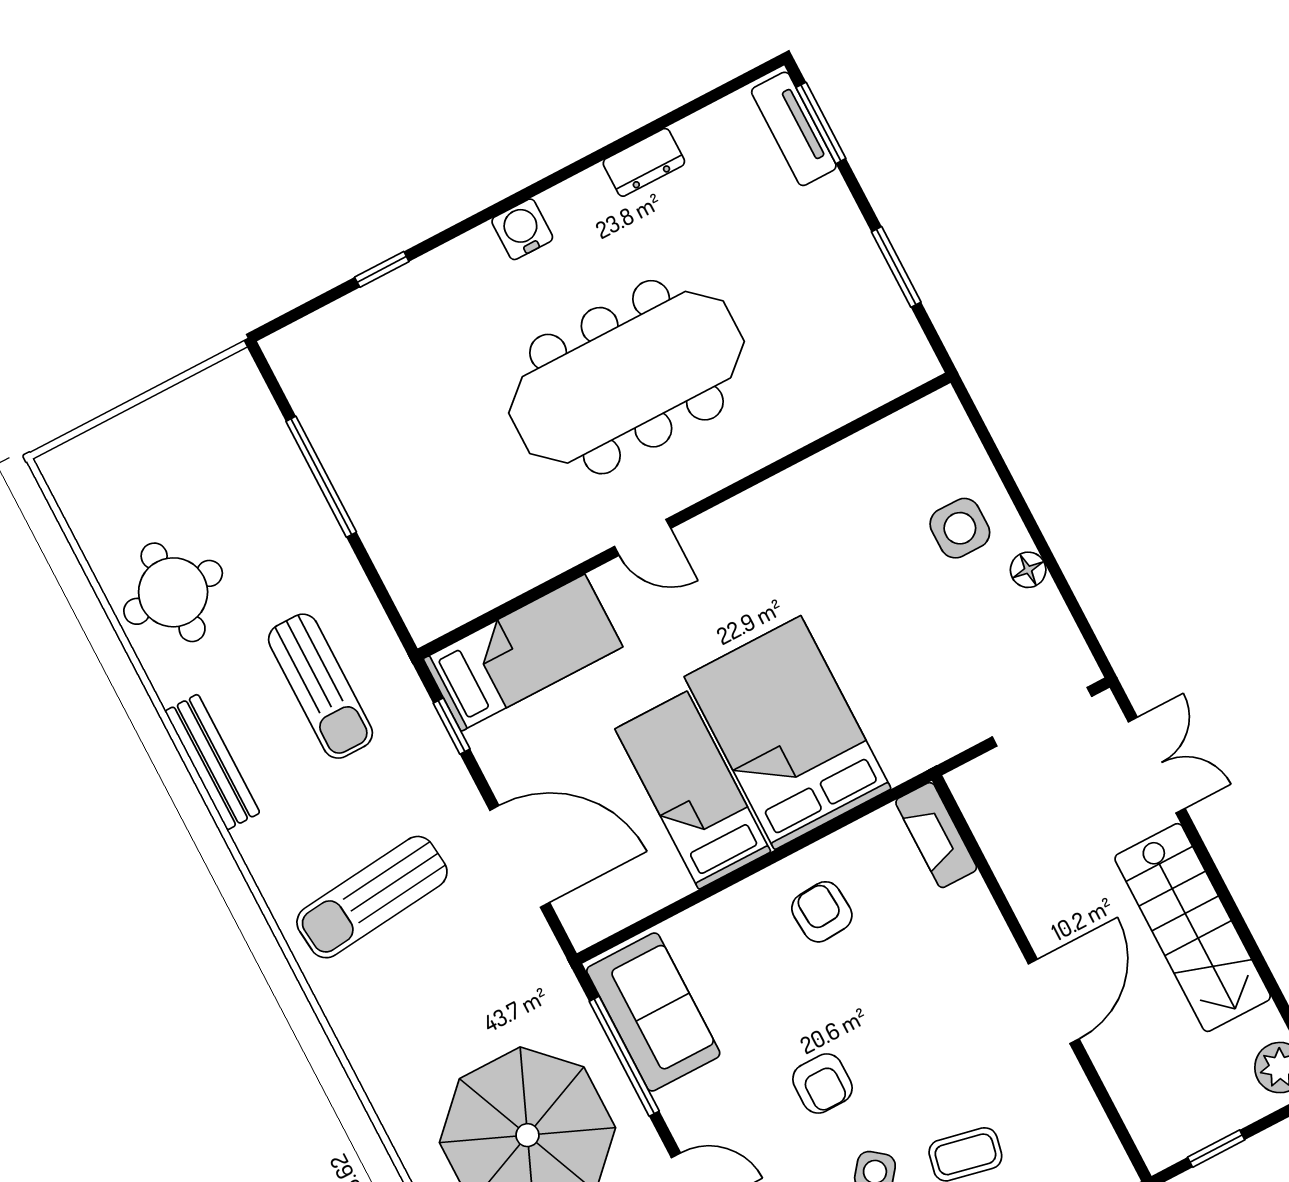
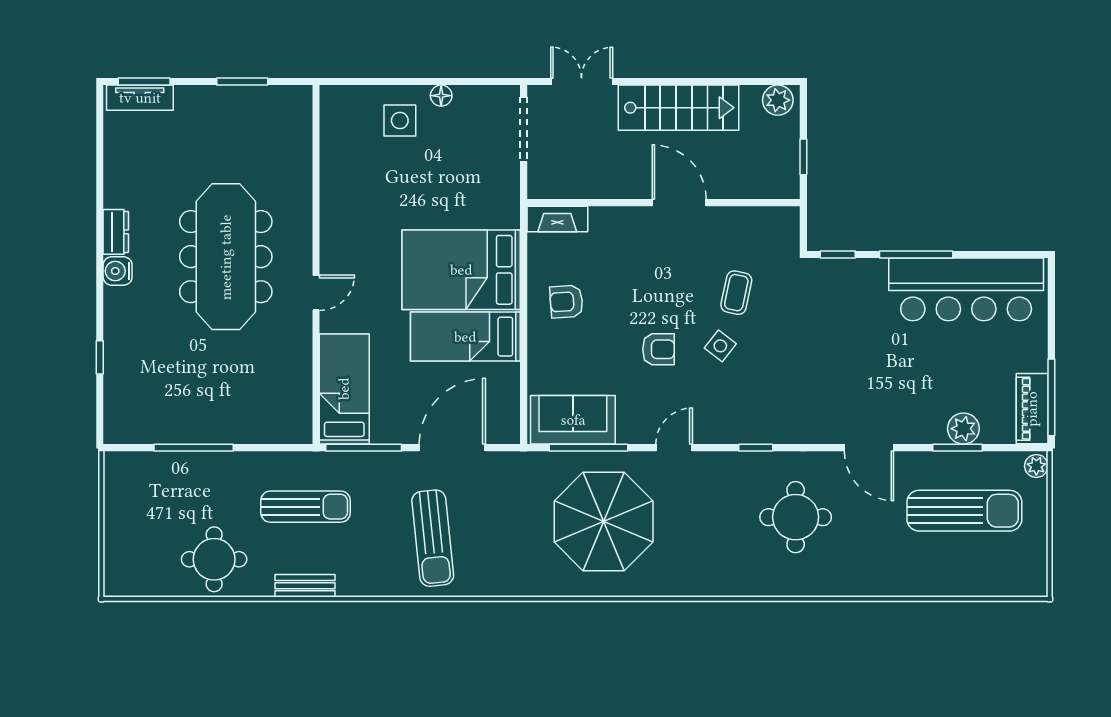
dresser: (644, 162) -> (116, 232), moved
window: (452, 726) -> (364, 448), width x2.17
bench: (212, 762) -> (305, 586), width x0.73

